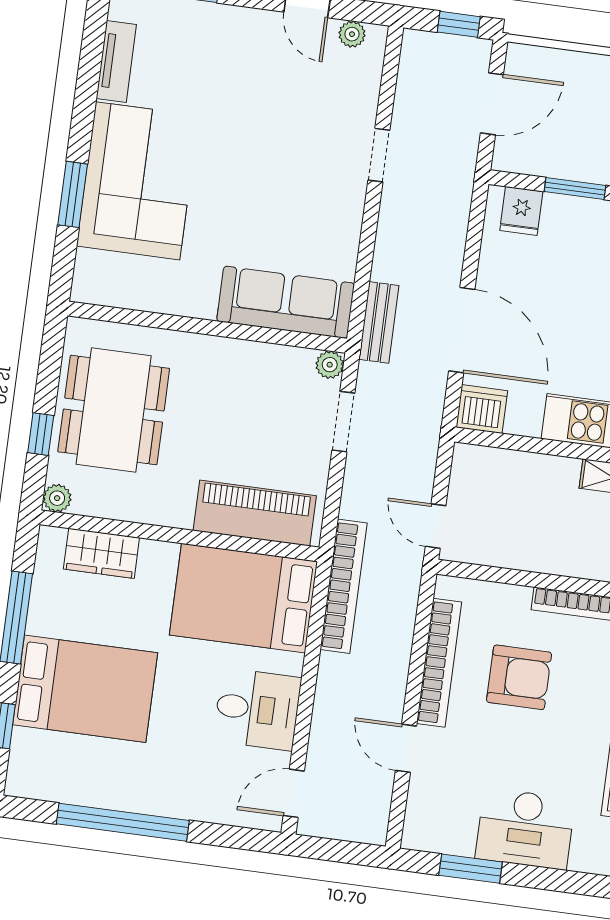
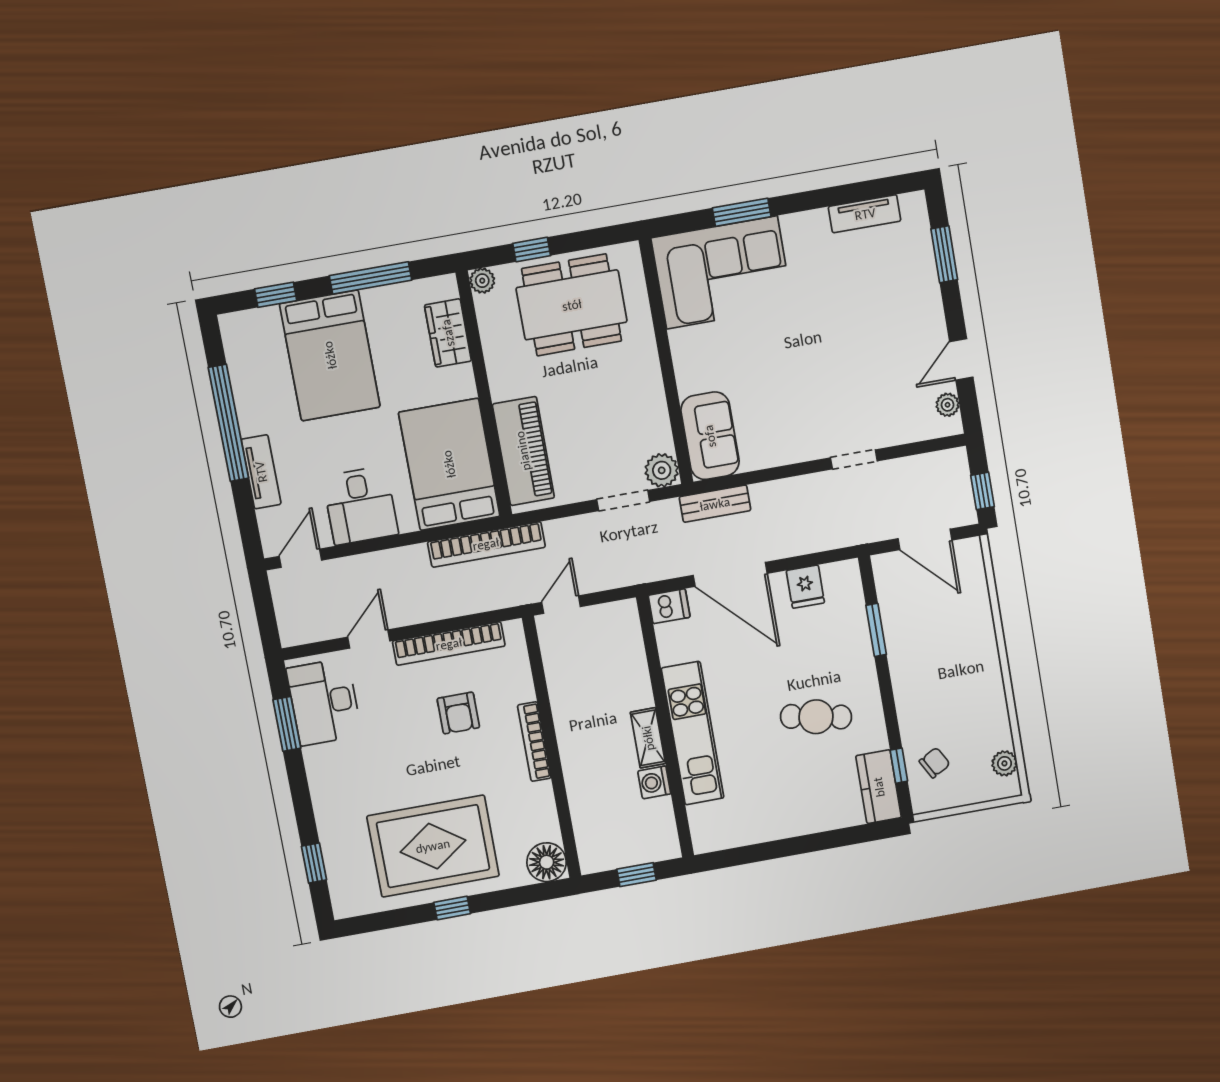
corner sofa: (138, 181) -> (722, 272), moved
fridge: (521, 211) -> (805, 587), moved, turned -90
sofa: (286, 302) -> (710, 436), width x0.73
door: (462, 330) -> (730, 574), hinge flipped
plant: (330, 365) -> (662, 470), width x1.38, depth x1.38
dishwasher: (482, 409) -> (669, 606), width x0.73
armchair: (519, 677) -> (458, 713), width x0.72, depth x0.72
door: (294, 793) -> (300, 558), hinge flipped
tv unit: (186, 805) -> (261, 472), added
desk: (525, 829) -> (324, 702), moved

